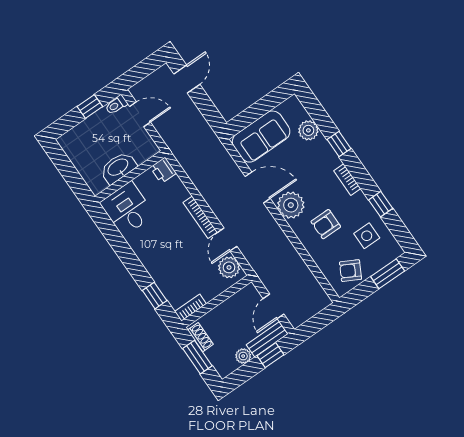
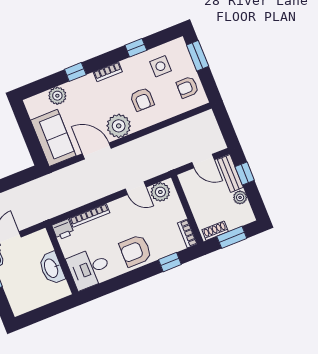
door: (258, 187) -> (97, 151), hinge flipped
bookcase: (200, 217) -> (90, 215), moved
armchair: (158, 255) -> (135, 251), added
armchair: (351, 271) -> (187, 87), turned 62

